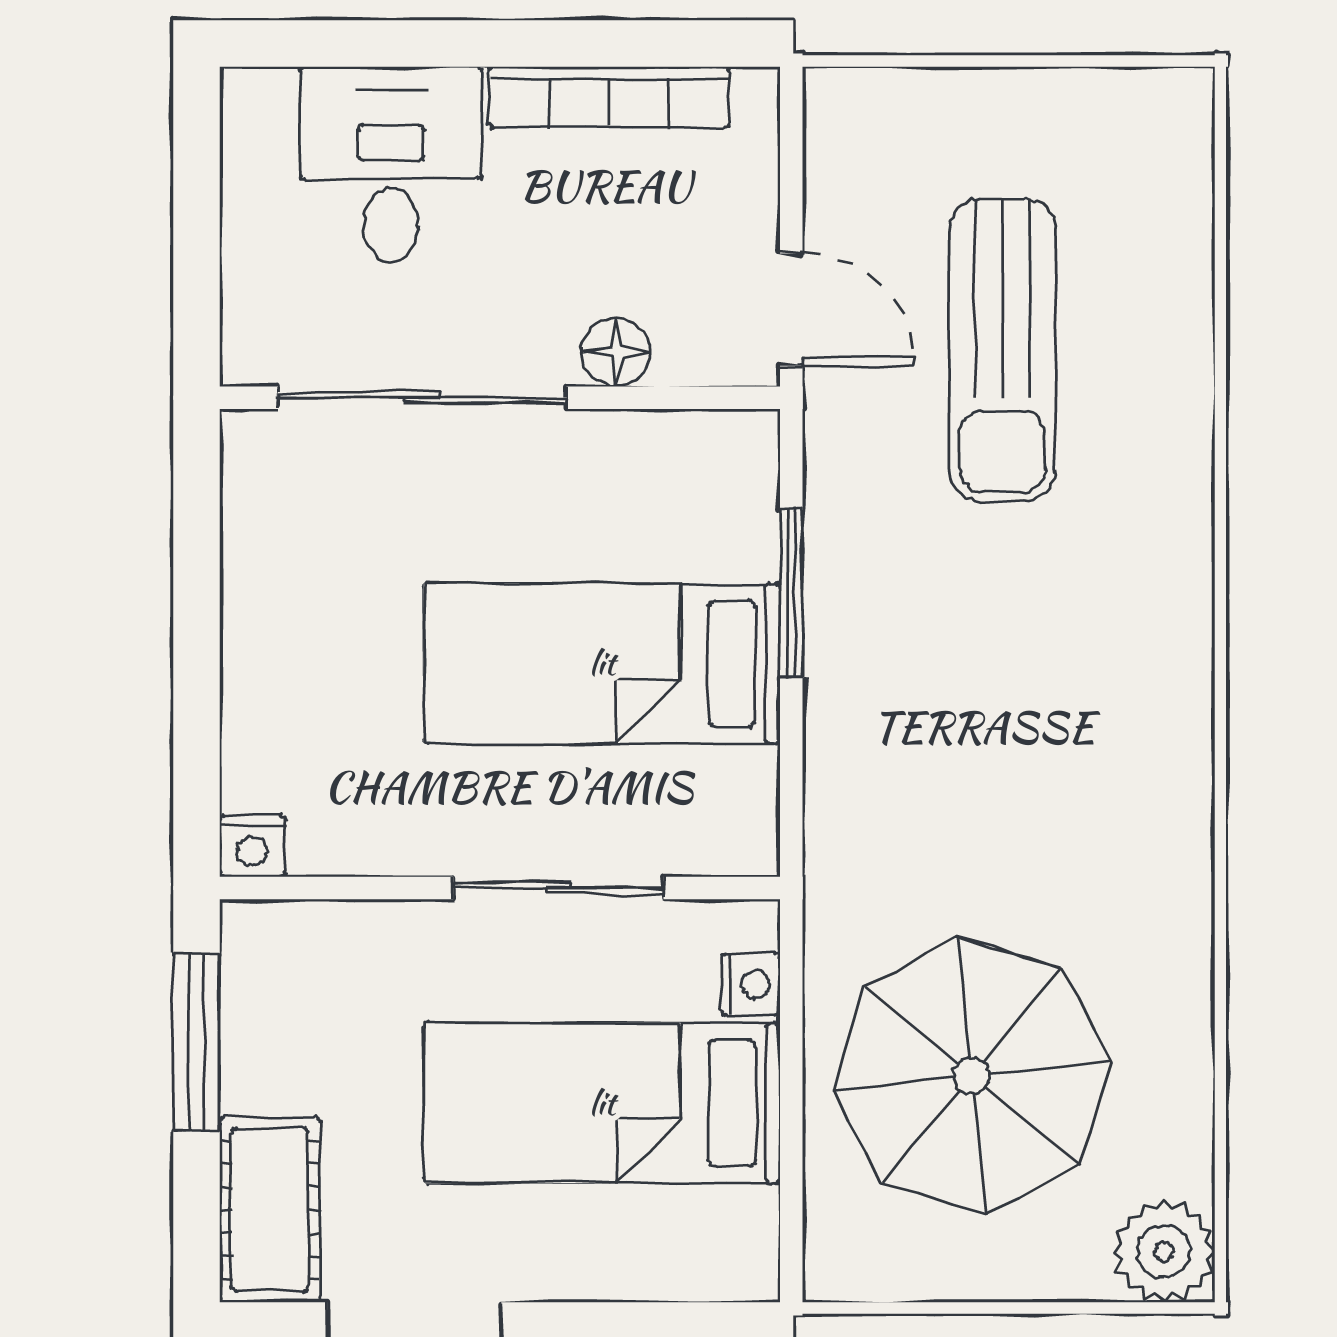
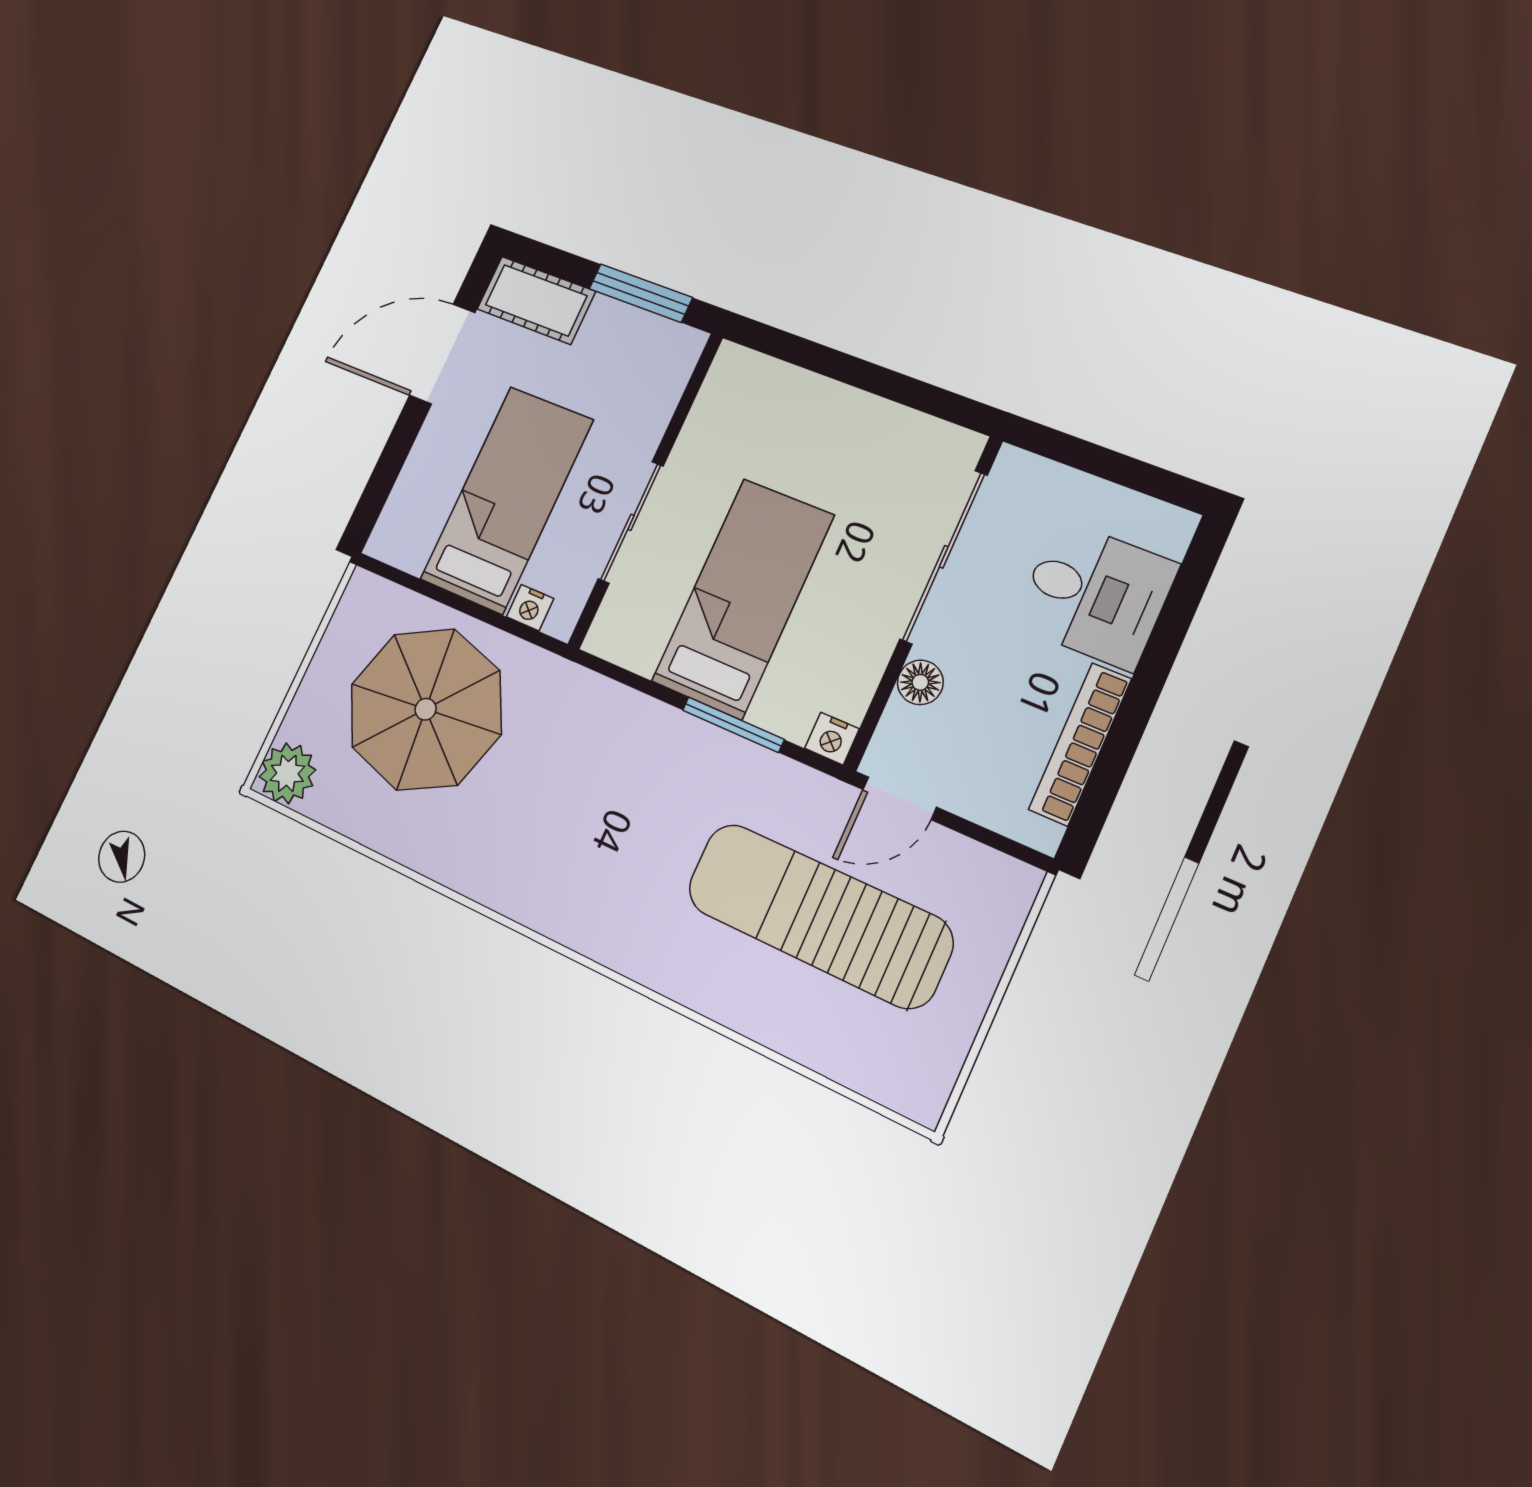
sun lounger: (1002, 350) -> (819, 915), width x1.36, depth x1.34
nightstand: (252, 846) -> (832, 739), moved, turned -90

